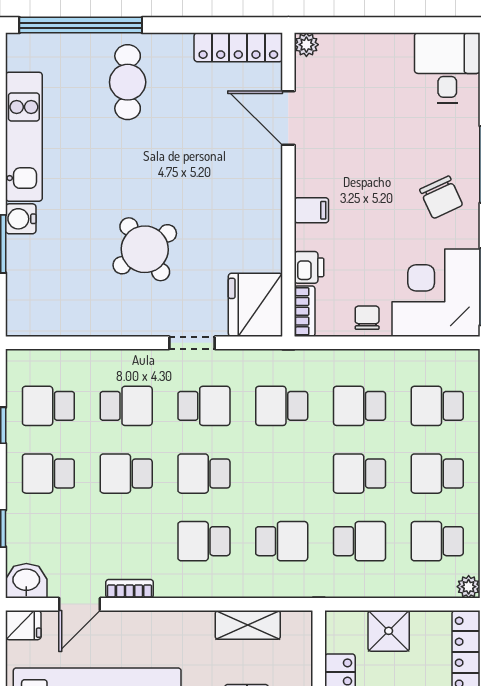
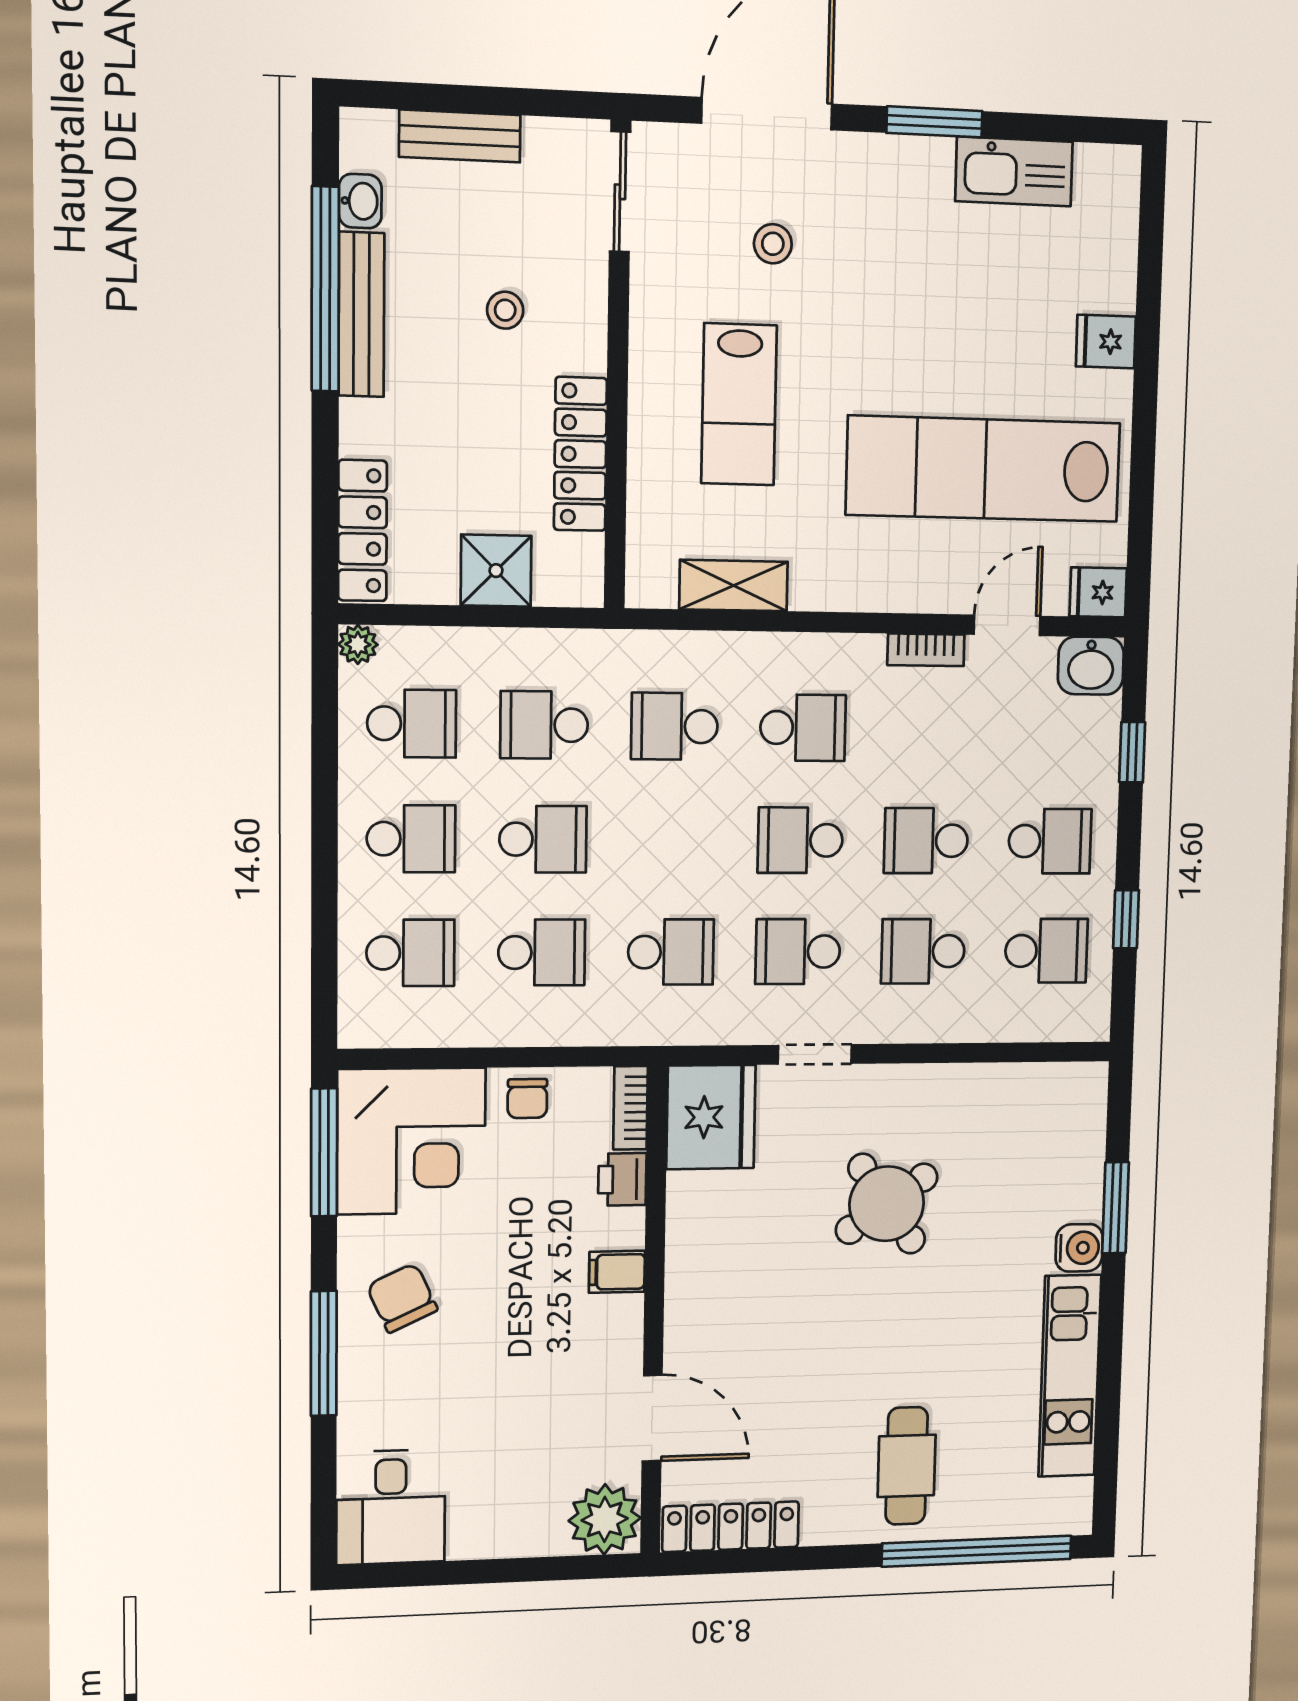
plant: (306, 45) -> (605, 1519), width x1.87, depth x1.87
school desk: (126, 474) -> (926, 841), turned 180
school desk: (204, 474) -> (800, 840), turned 180

